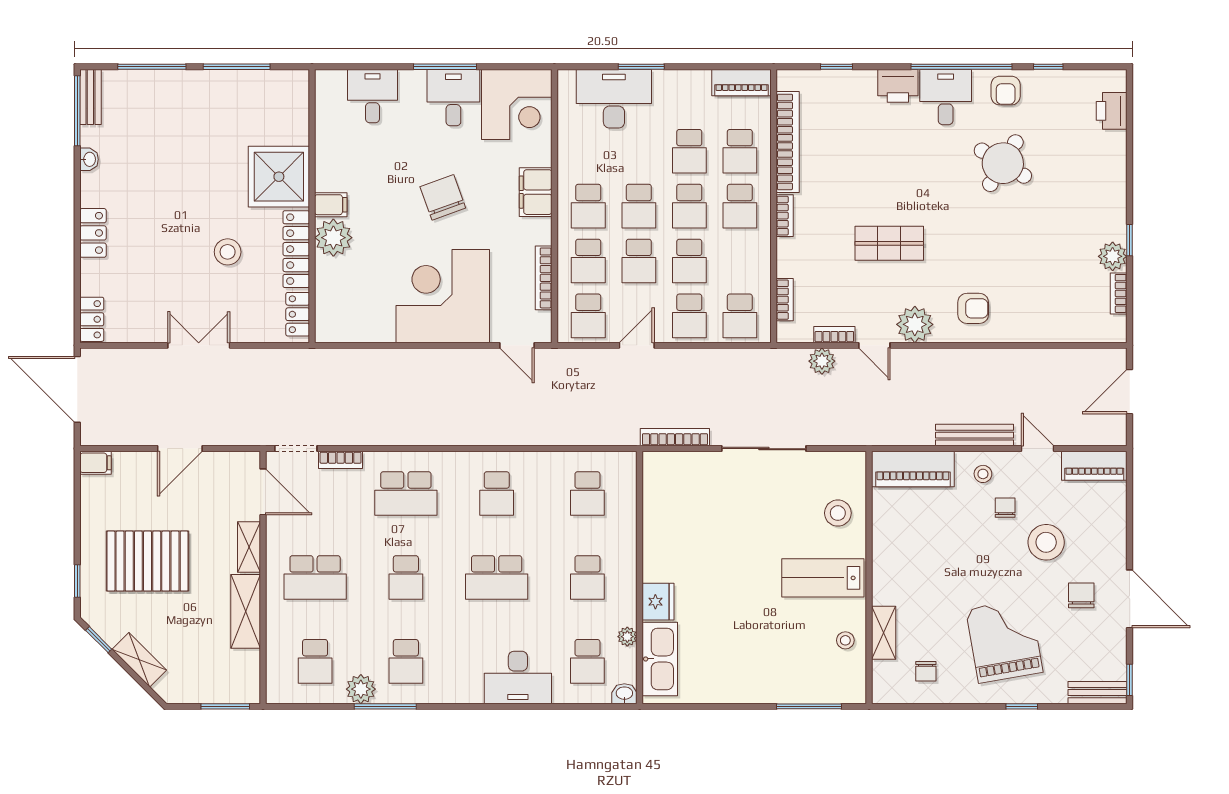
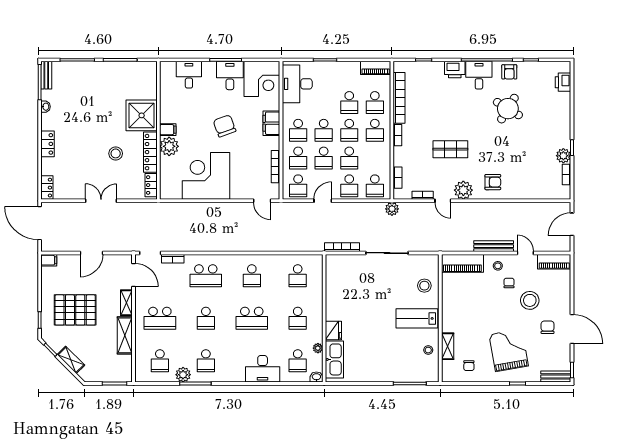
desk: (614, 99) -> (297, 84), moved, turned -90
corner desk: (443, 296) -> (206, 176), moved
plant: (822, 361) -> (392, 209), moved

